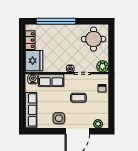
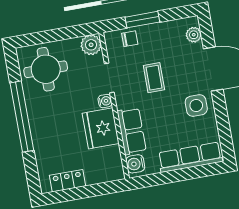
window: (56, 21) -> (22, 117), moved
fridge: (34, 61) -> (101, 128), moved, turned -90
window: (111, 97) -> (142, 20), added

